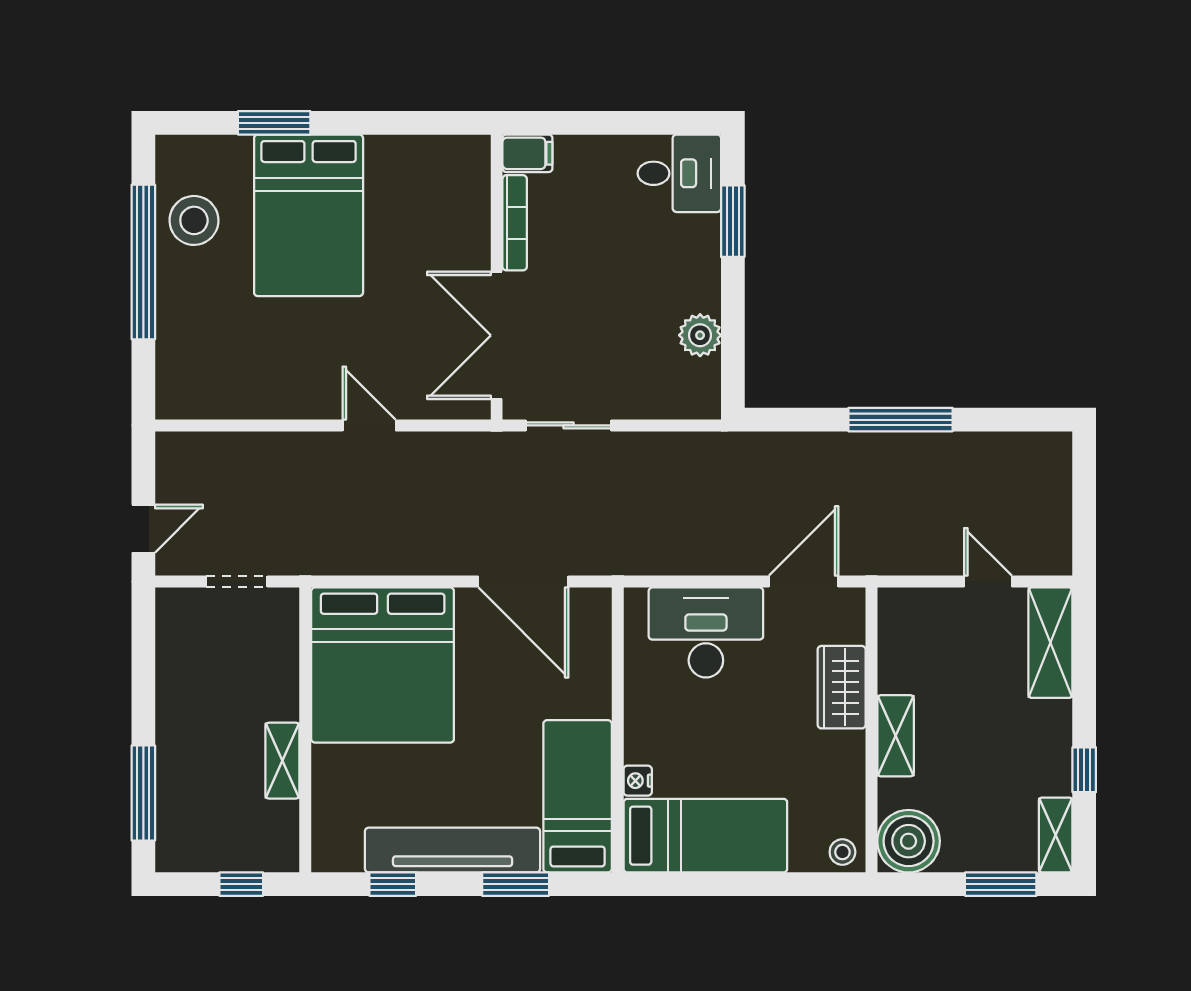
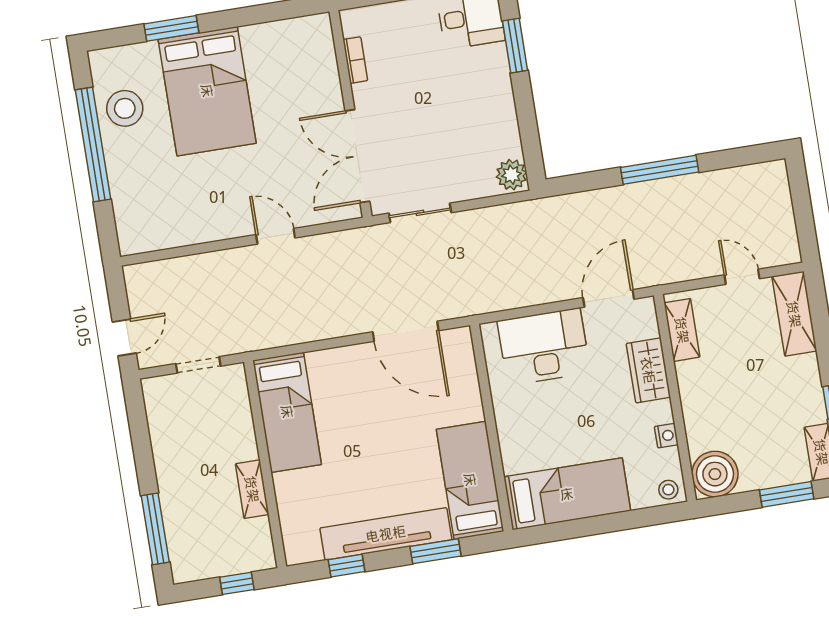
filing cabinet: (527, 153) -> (358, 21), removed
bookcase: (515, 223) -> (355, 60), width x0.64
plant: (700, 335) -> (512, 175), moved
bed: (383, 665) -> (287, 412), width x0.49
shelving: (896, 736) -> (682, 330), moved
nightstand: (638, 781) -> (666, 436), moved, turned 180

